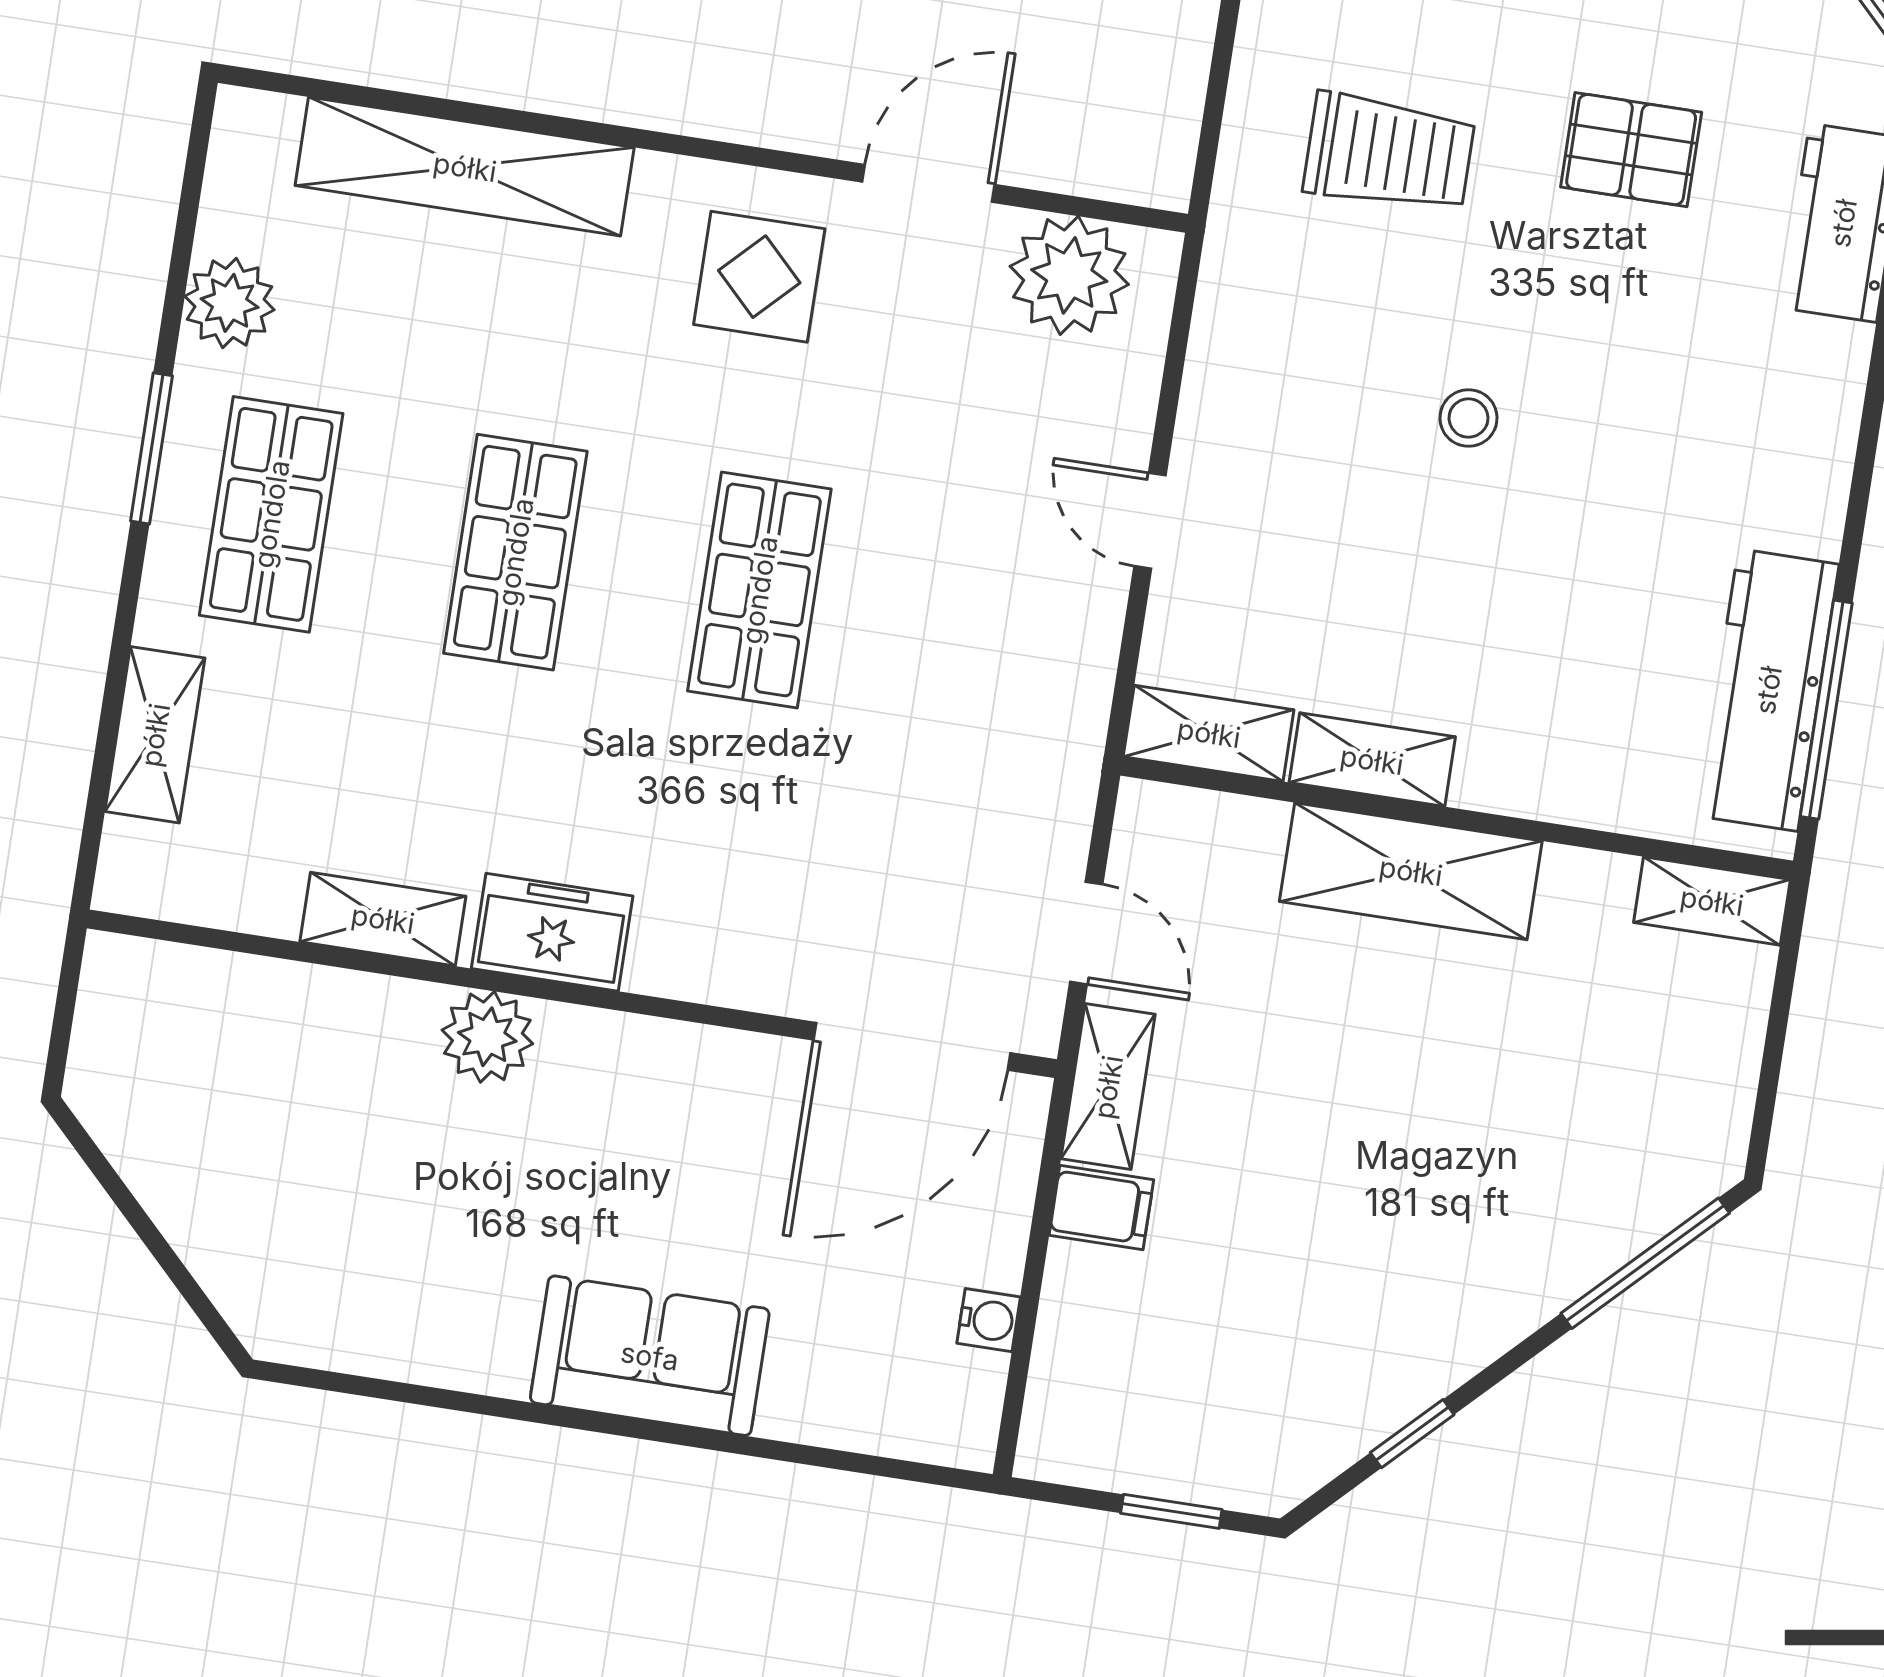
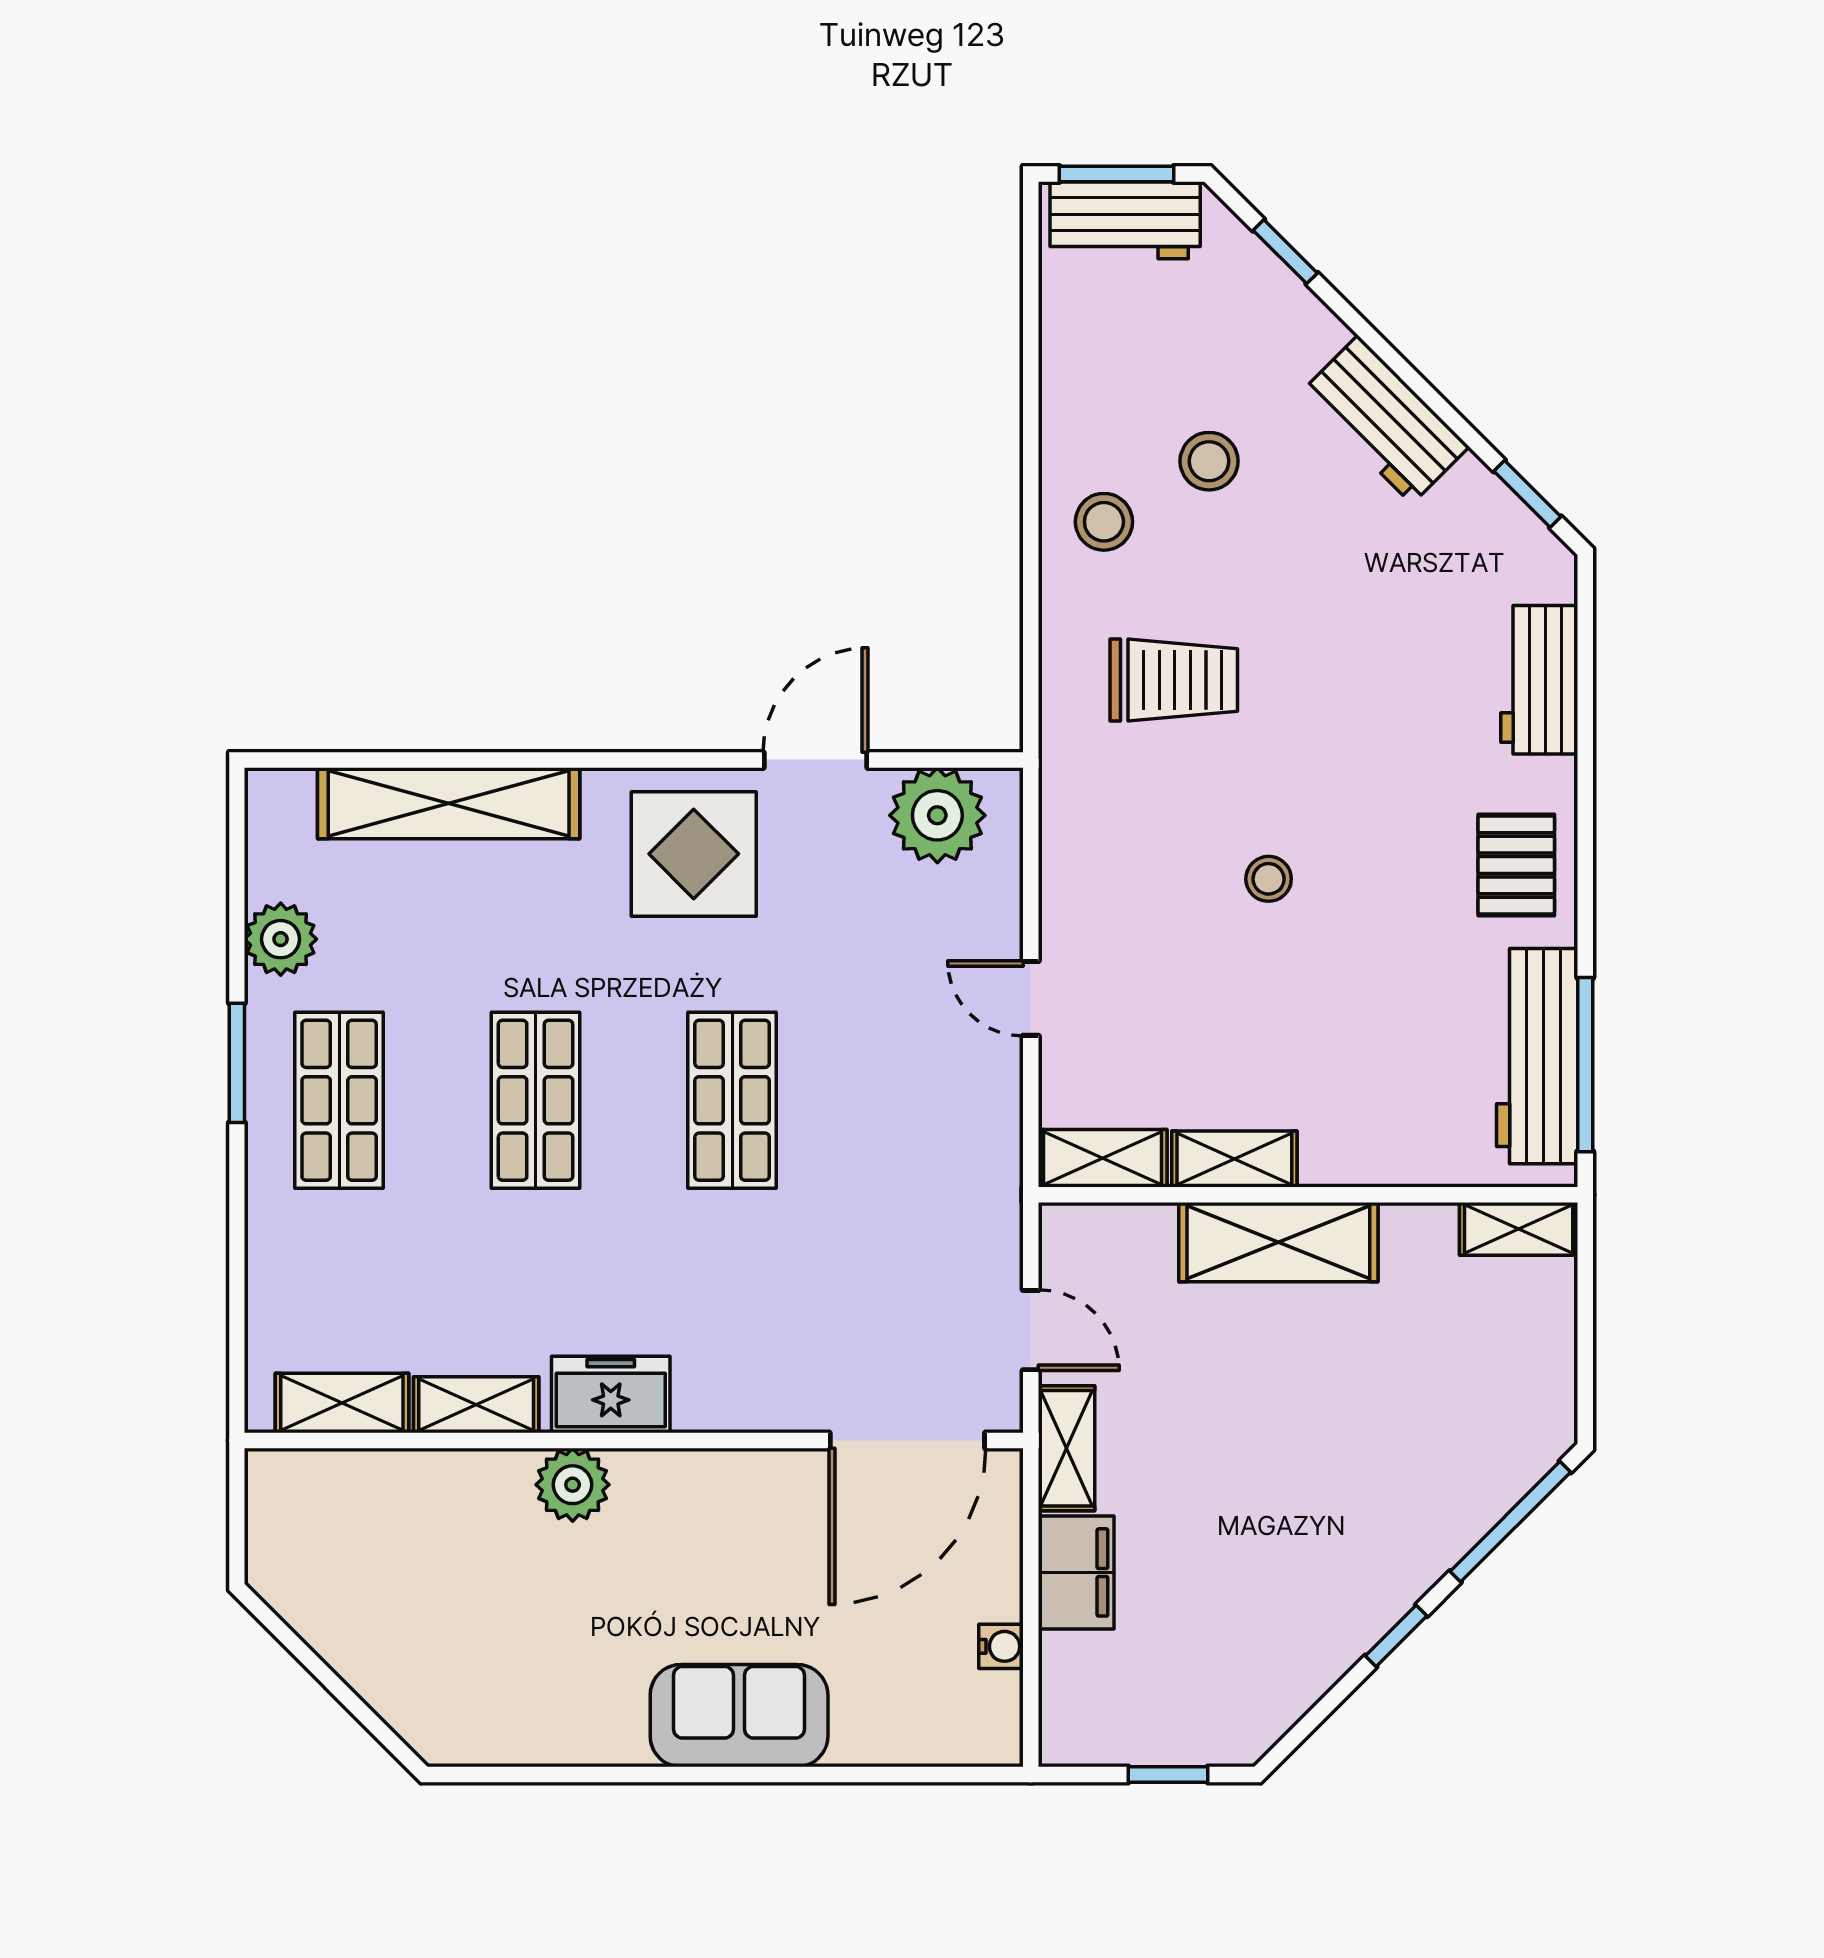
pallet: (1631, 150) -> (1516, 865), moved, turned 90
display table: (759, 277) -> (694, 854), width x1.36, depth x1.36
shelving: (155, 735) -> (342, 1403), moved, turned 90
filing cabinet: (1101, 1208) -> (1076, 1572), width x2.00
window: (1412, 1434) -> (1396, 1636), moved

